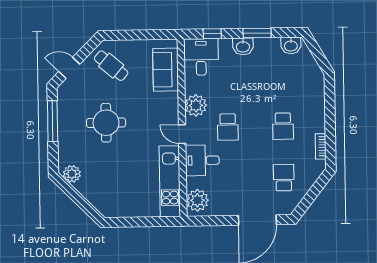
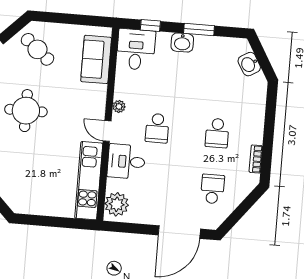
washbasin: (291, 46) -> (249, 64), moved, turned 60
plant: (196, 105) -> (119, 106), width x0.53, depth x0.53

